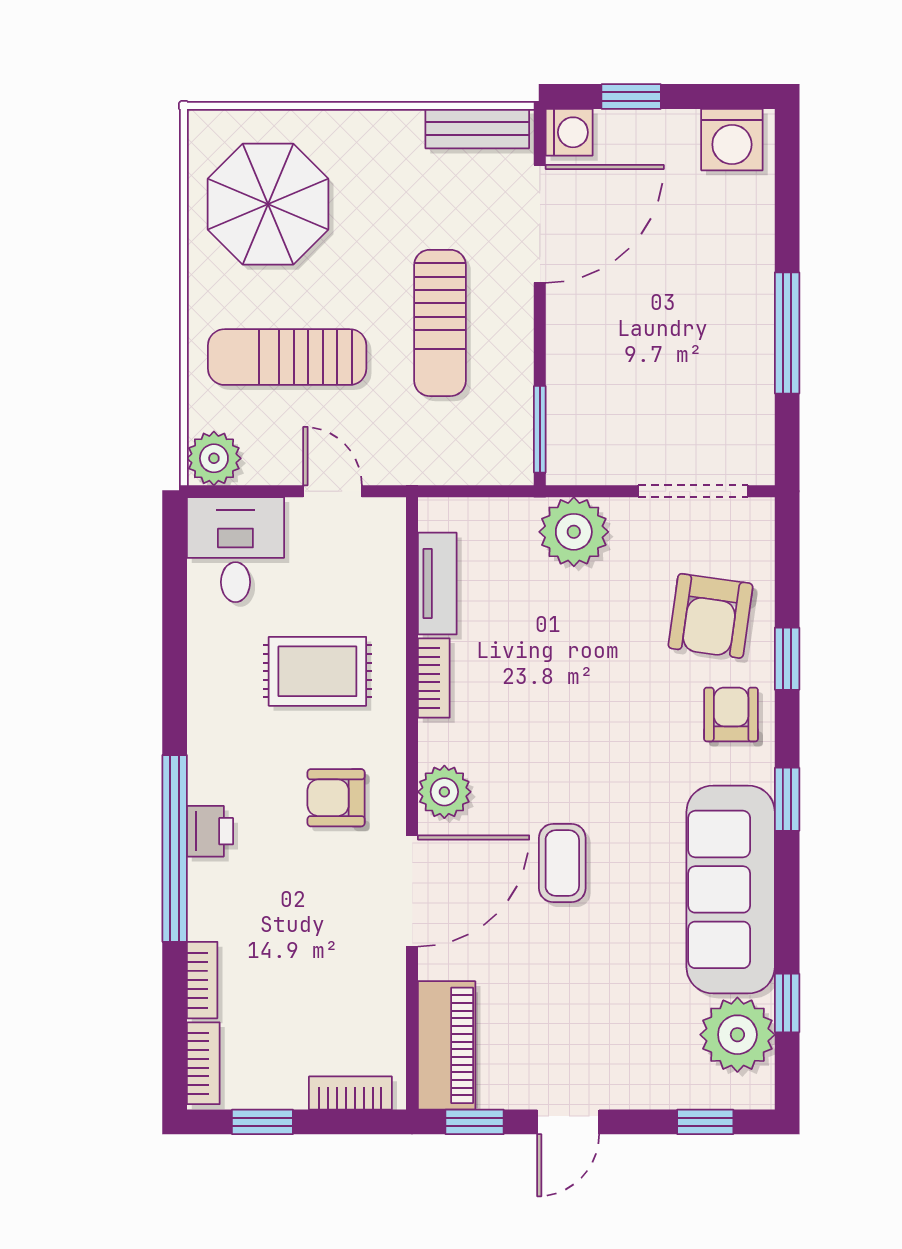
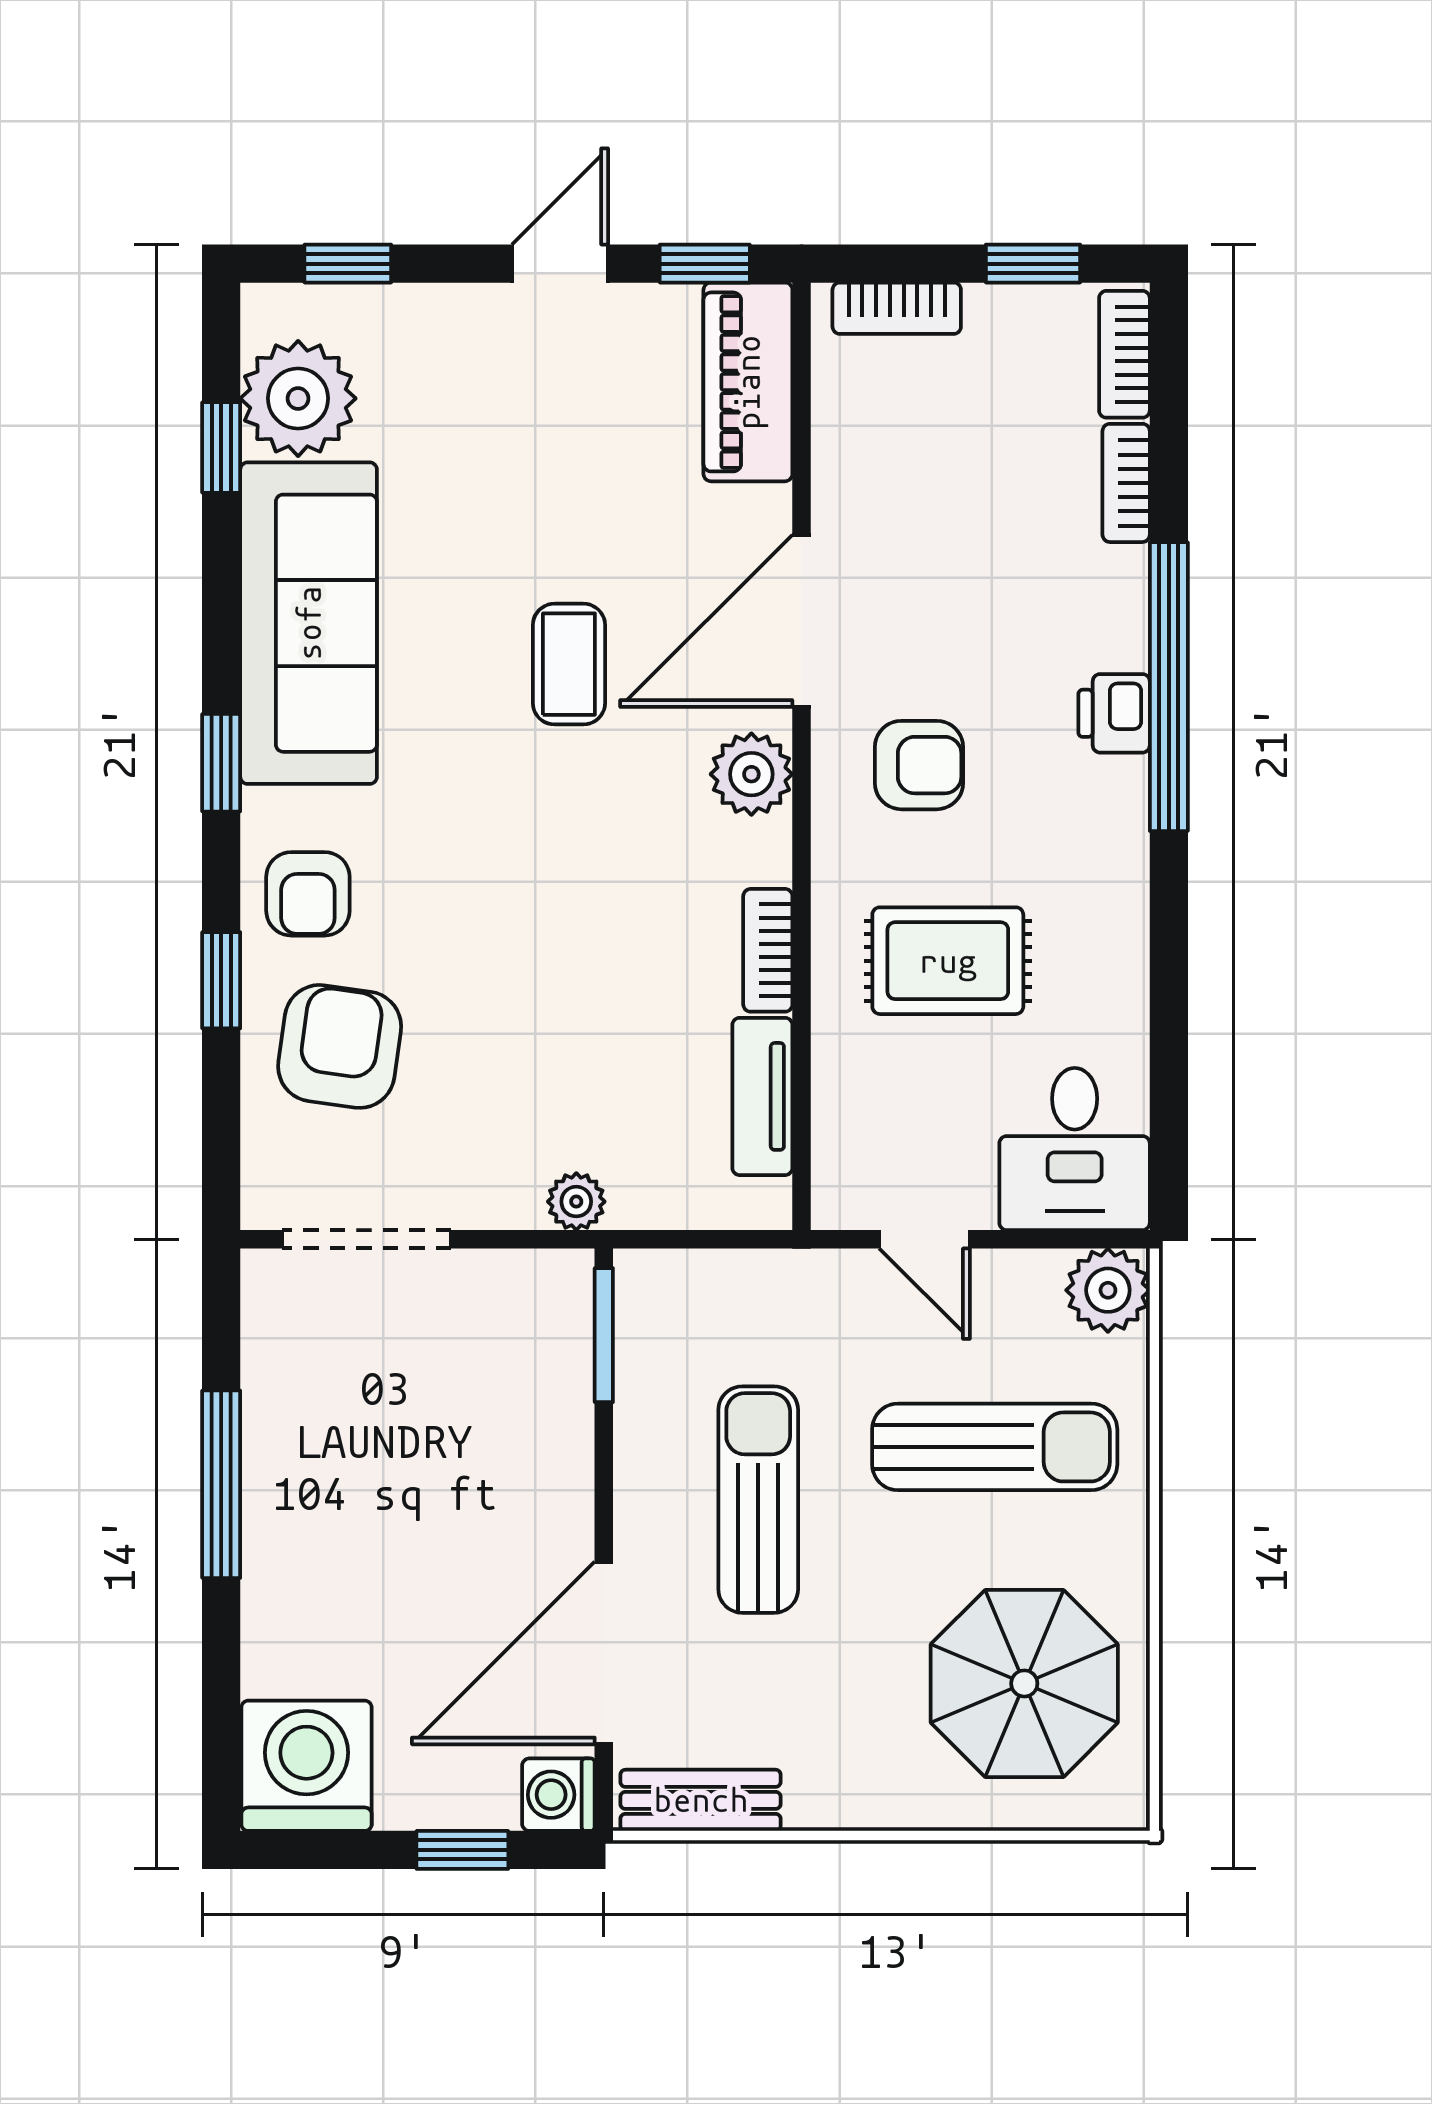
washing machine: (732, 140) -> (306, 1766), width x1.37, depth x1.37
plant: (574, 532) -> (576, 1202), width x0.53, depth x0.53

